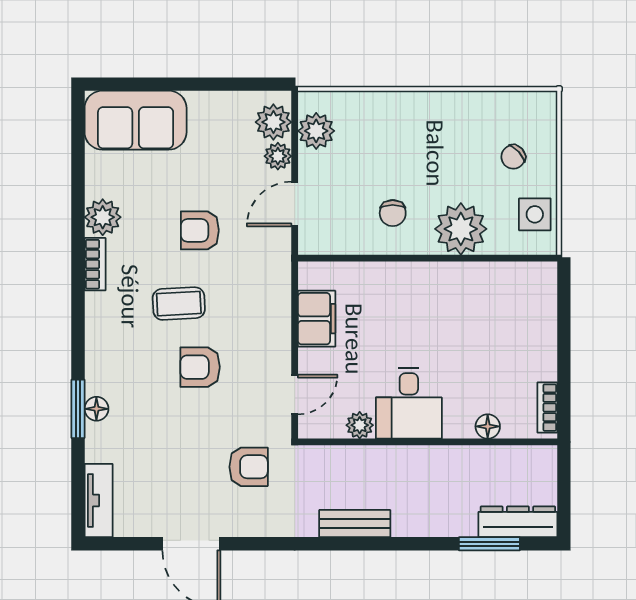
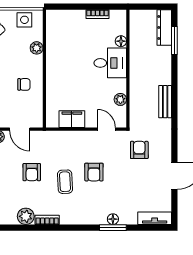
plant: (461, 229) -> (37, 48), width x0.53, depth x0.53
desk: (409, 403) -> (110, 63), moved
bookcase: (547, 408) -> (98, 14), moved

